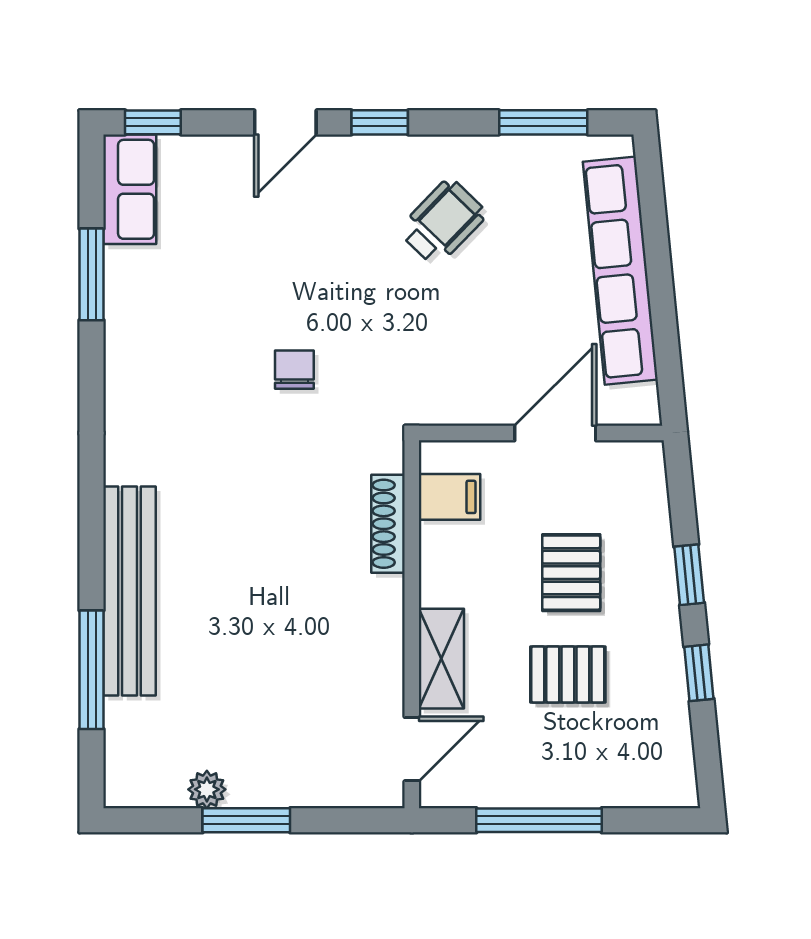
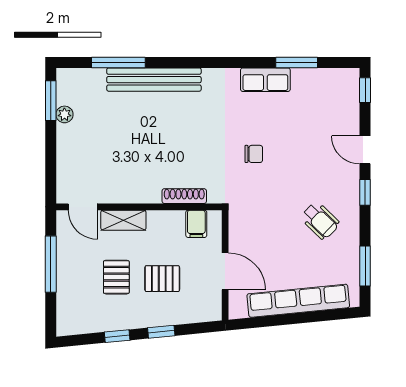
row of seats: (130, 189) -> (265, 80), moved
window: (246, 820) -> (51, 101), moved

